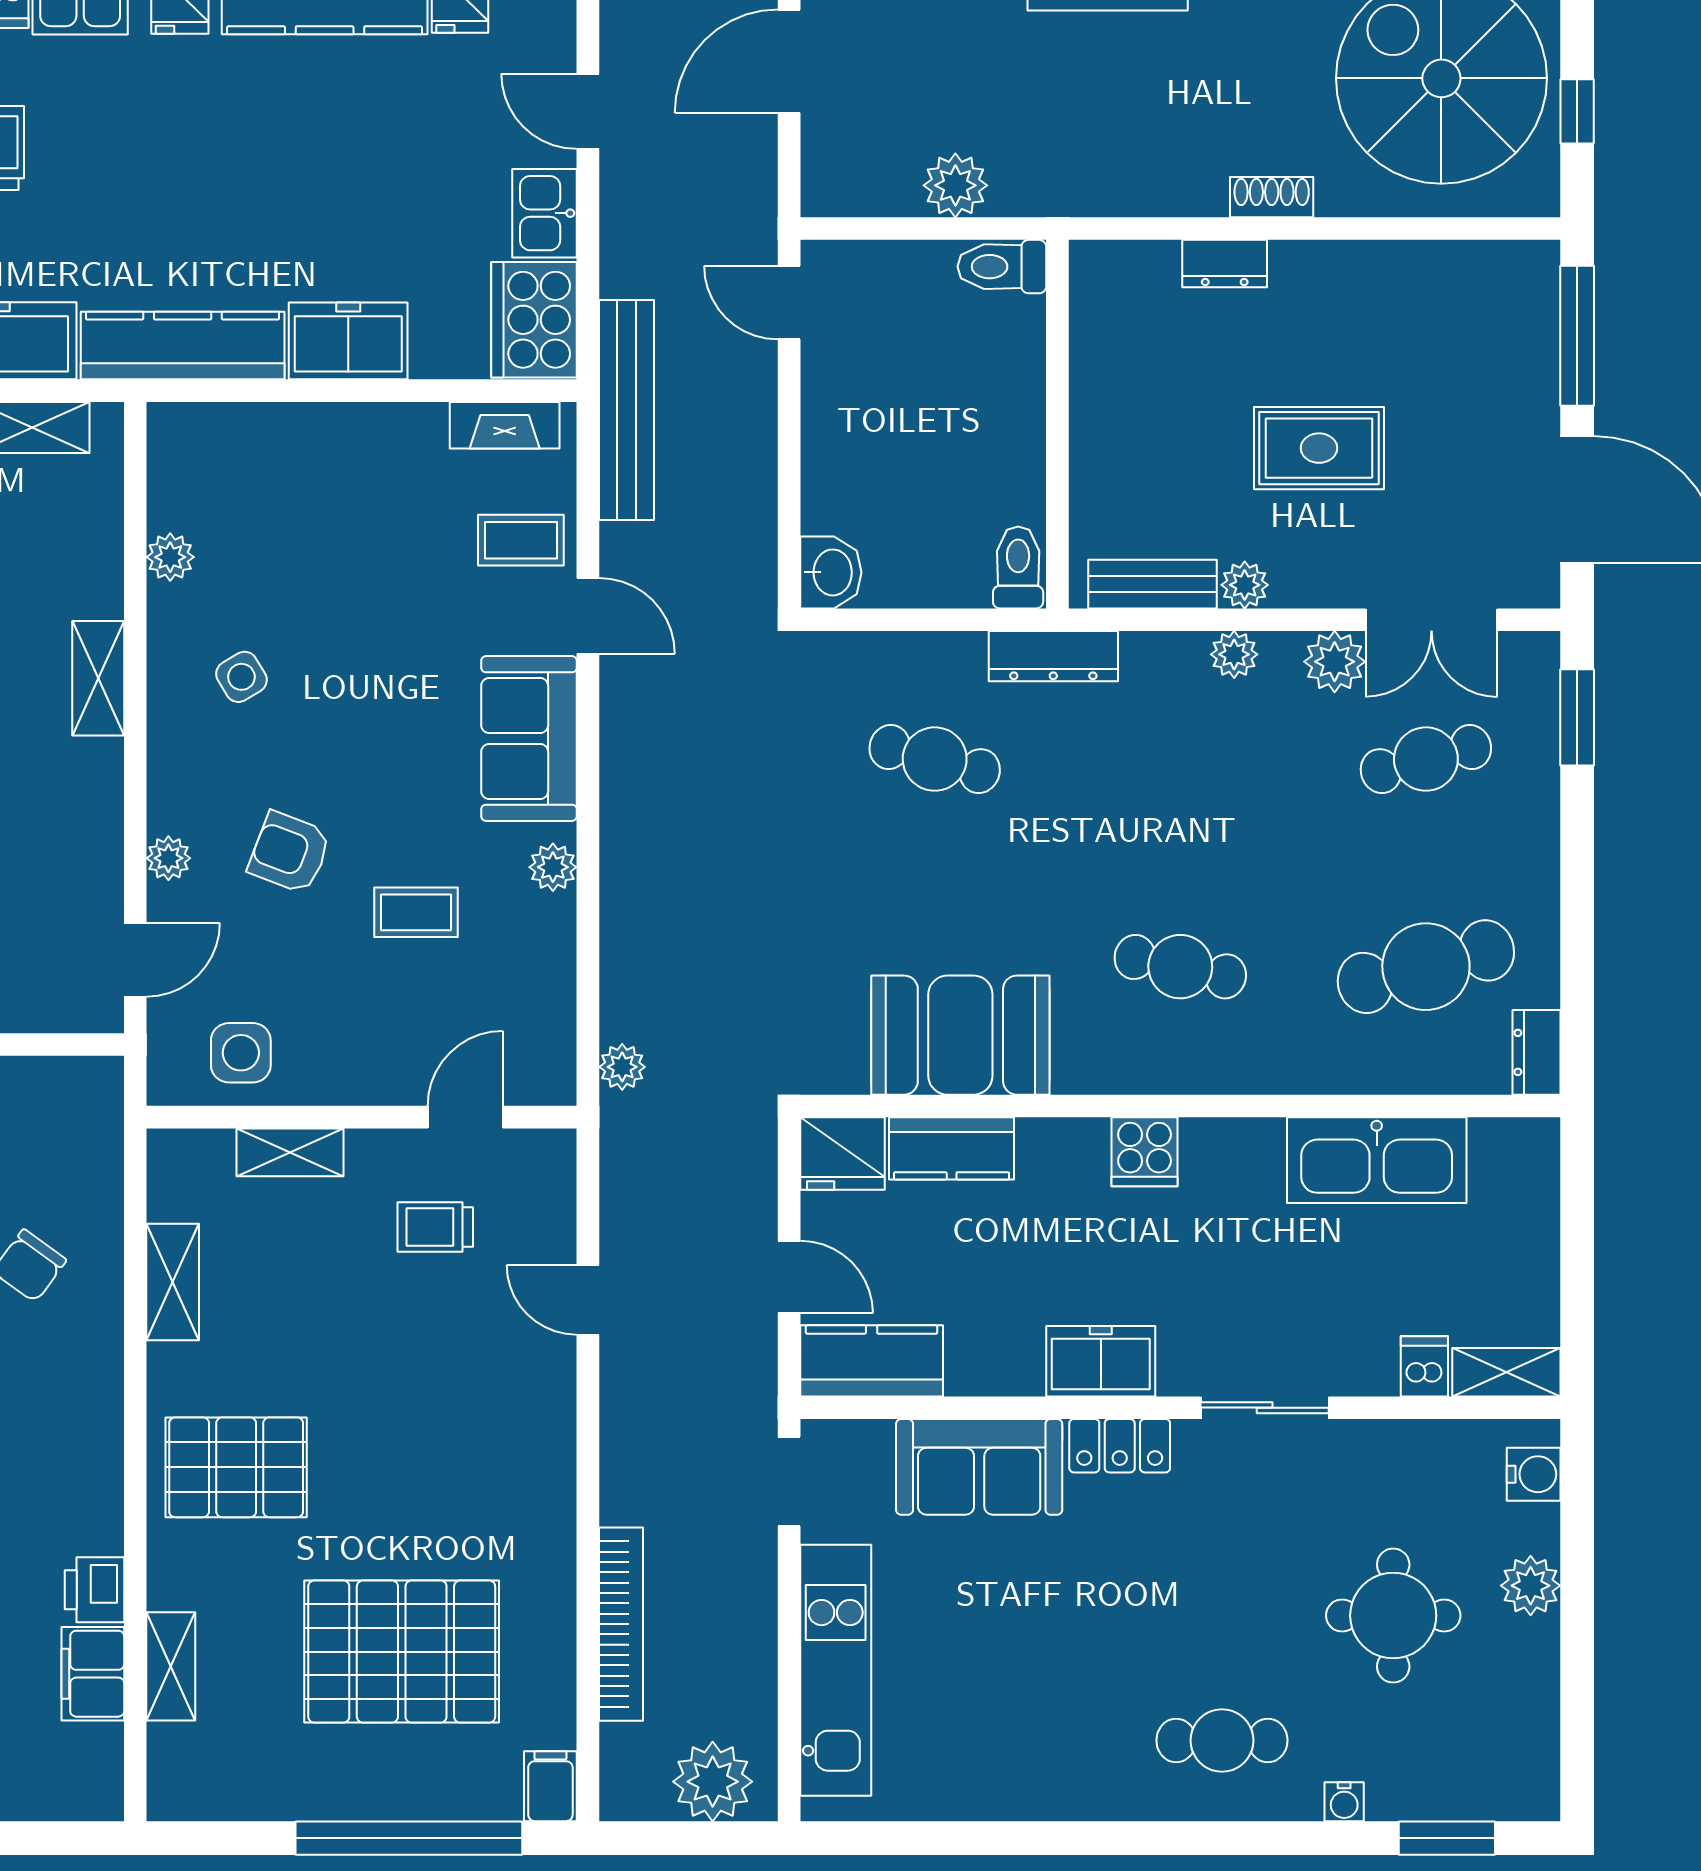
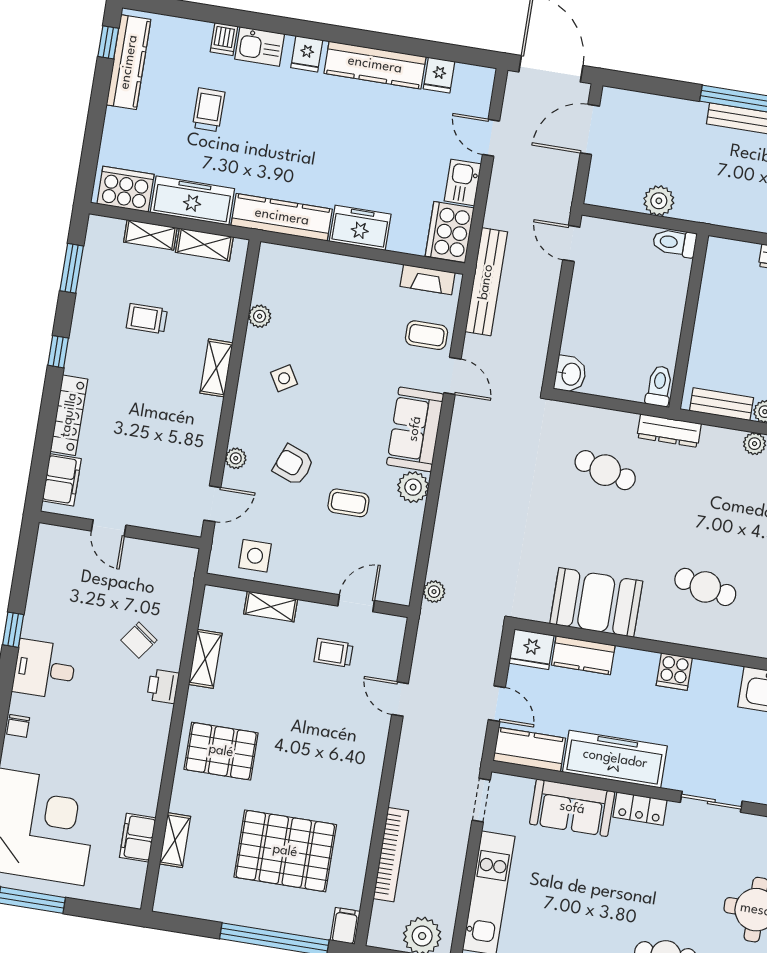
plant: (553, 867) -> (413, 487), width x1.38, depth x1.38
freezer: (1101, 1361) -> (615, 759), width x1.91, depth x1.26
printer: (94, 1590) -> (163, 686), moved

